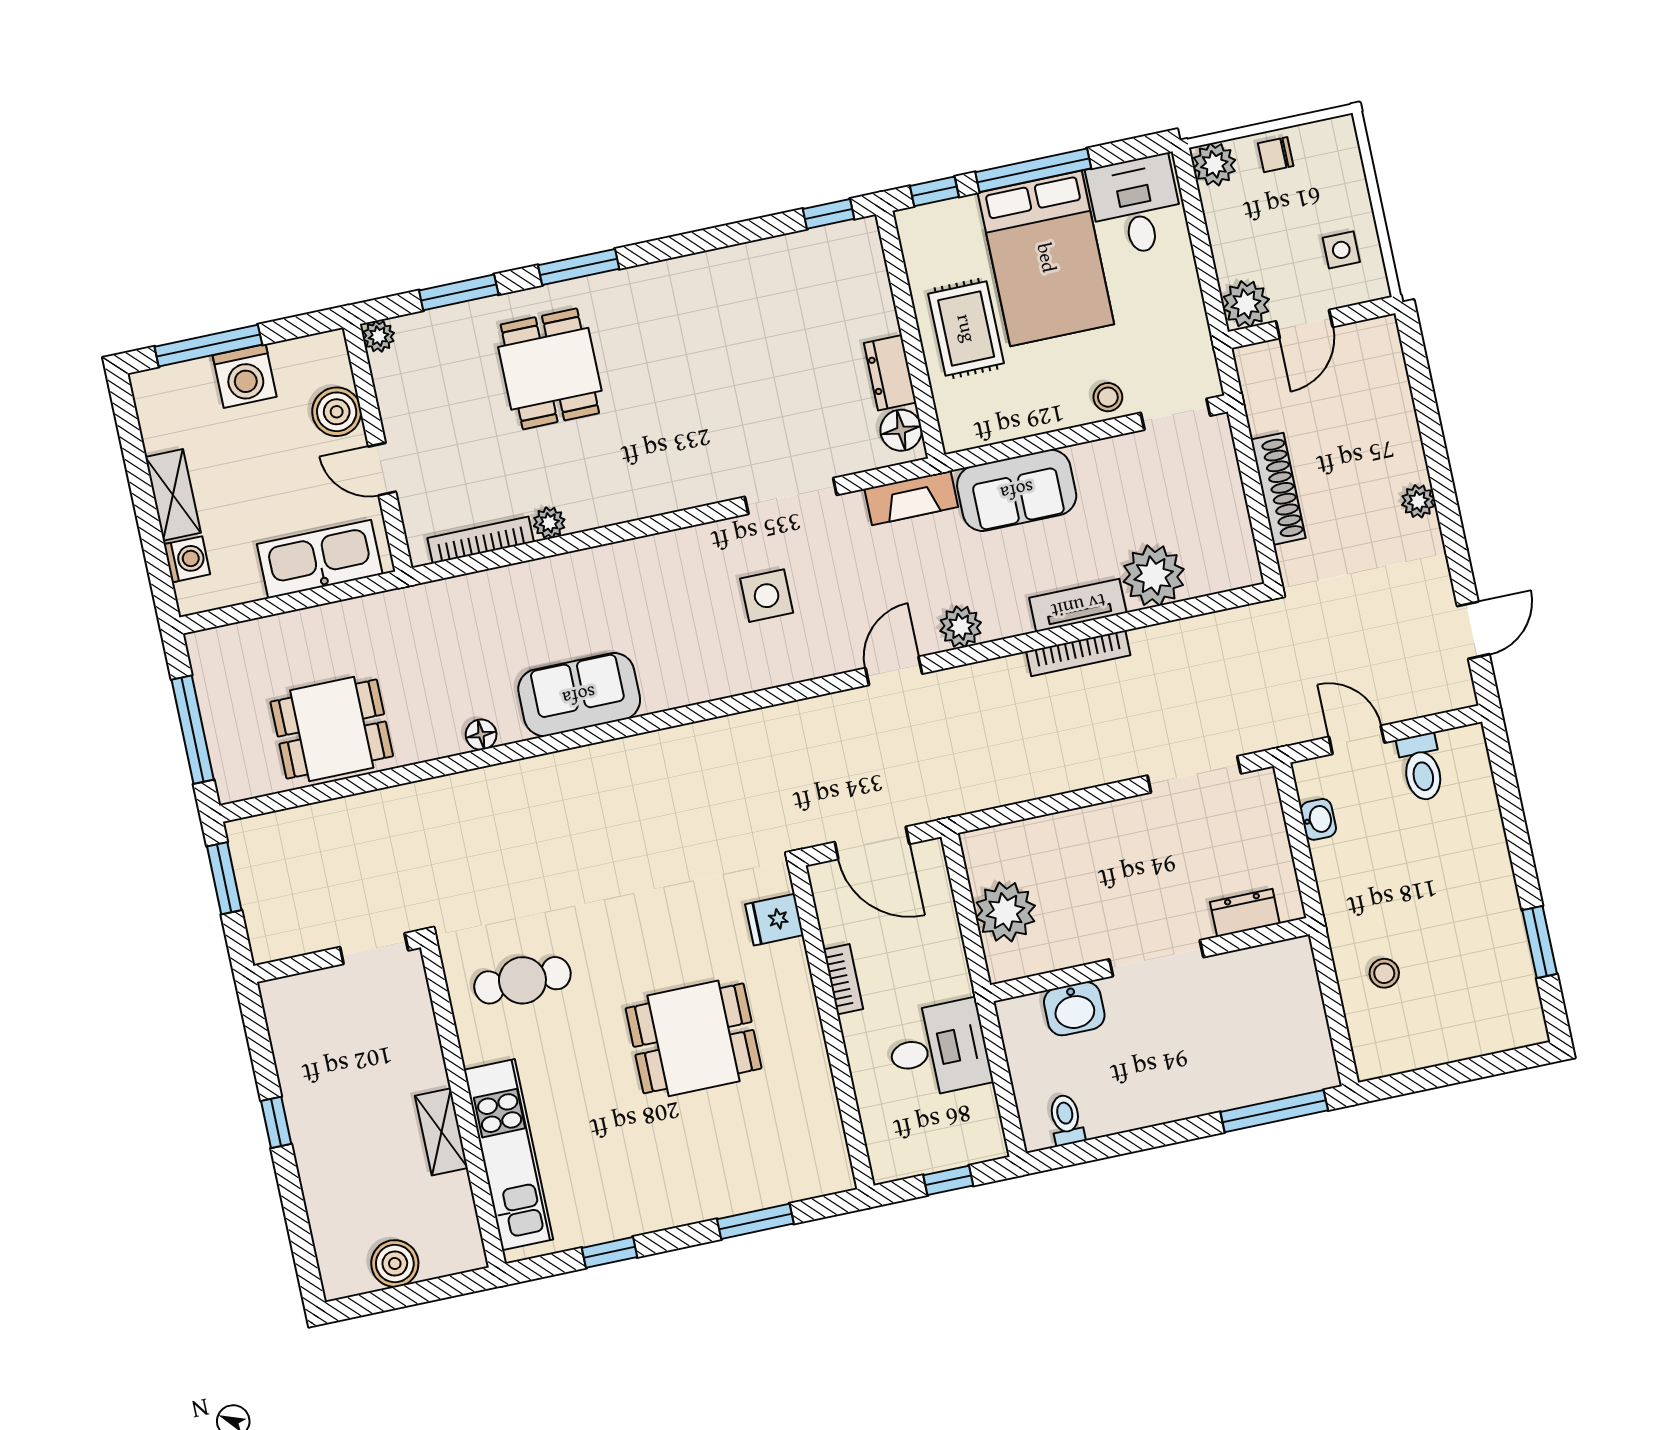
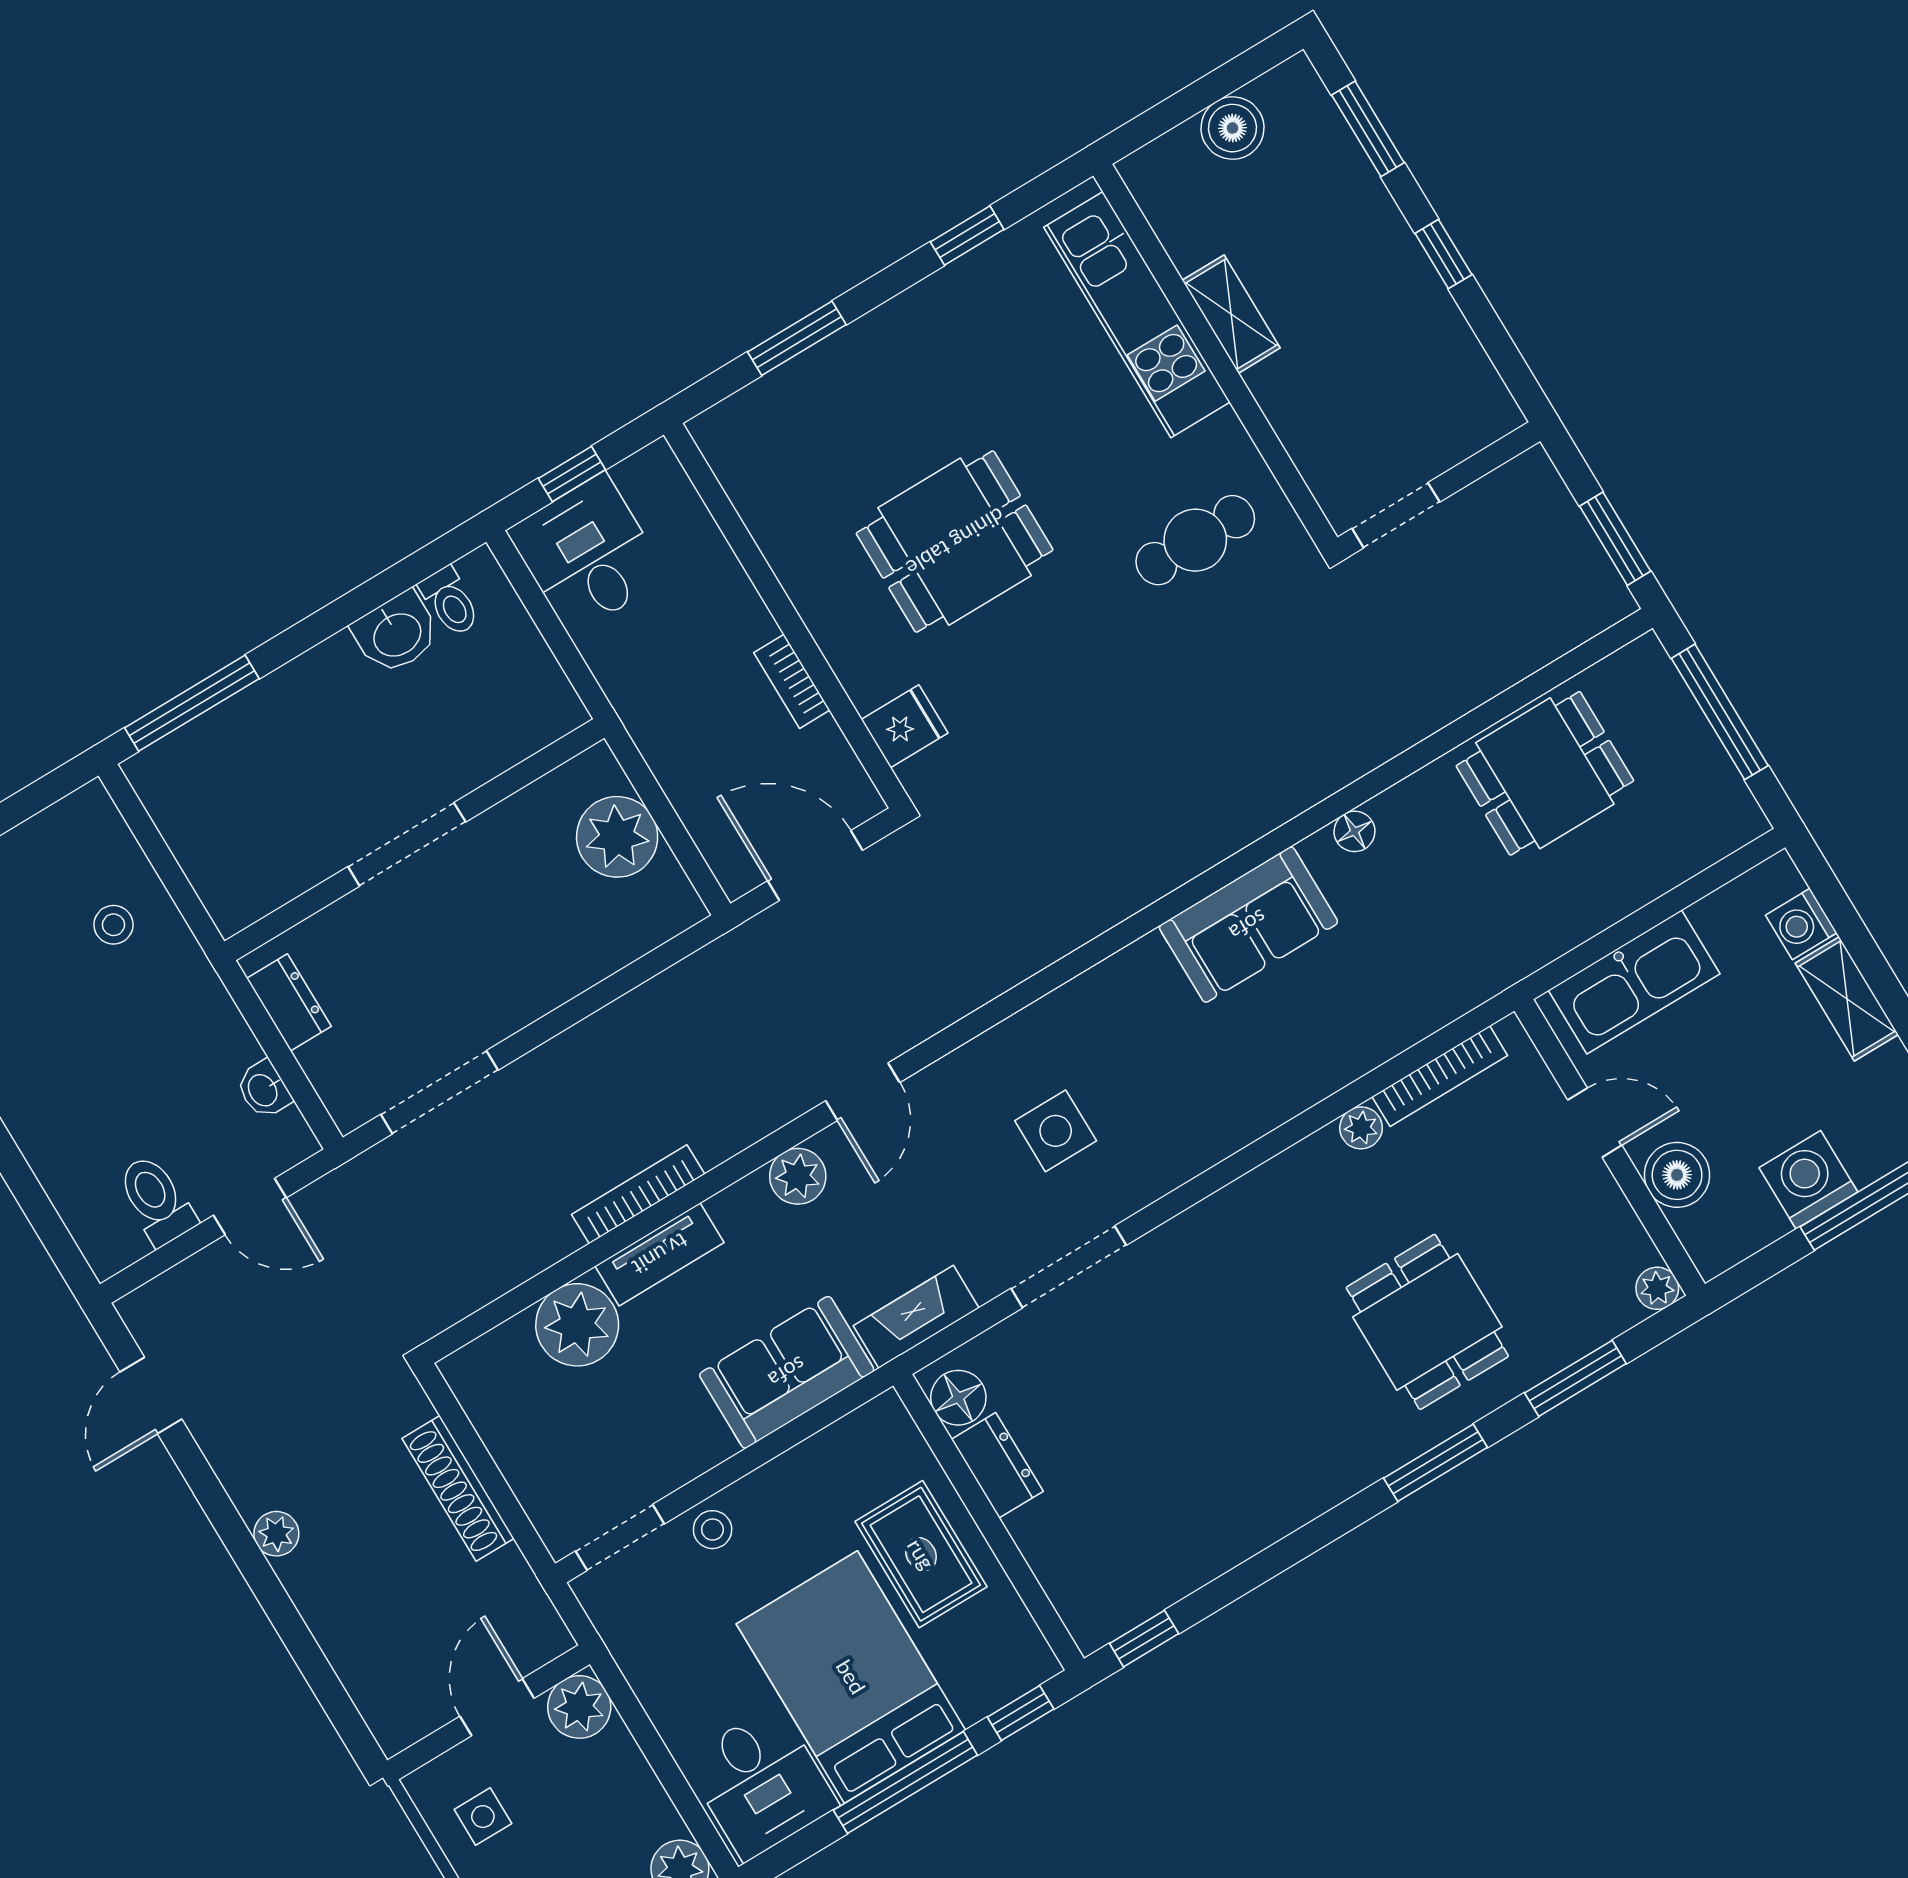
dresser: (1245, 913) -> (289, 1002), moved, turned -90
washbasin: (1074, 1009) -> (396, 633), moved, turned 180
desk: (938, 1049) -> (588, 554), moved, turned 90
window: (299, 1230) -> (1368, 129), added

